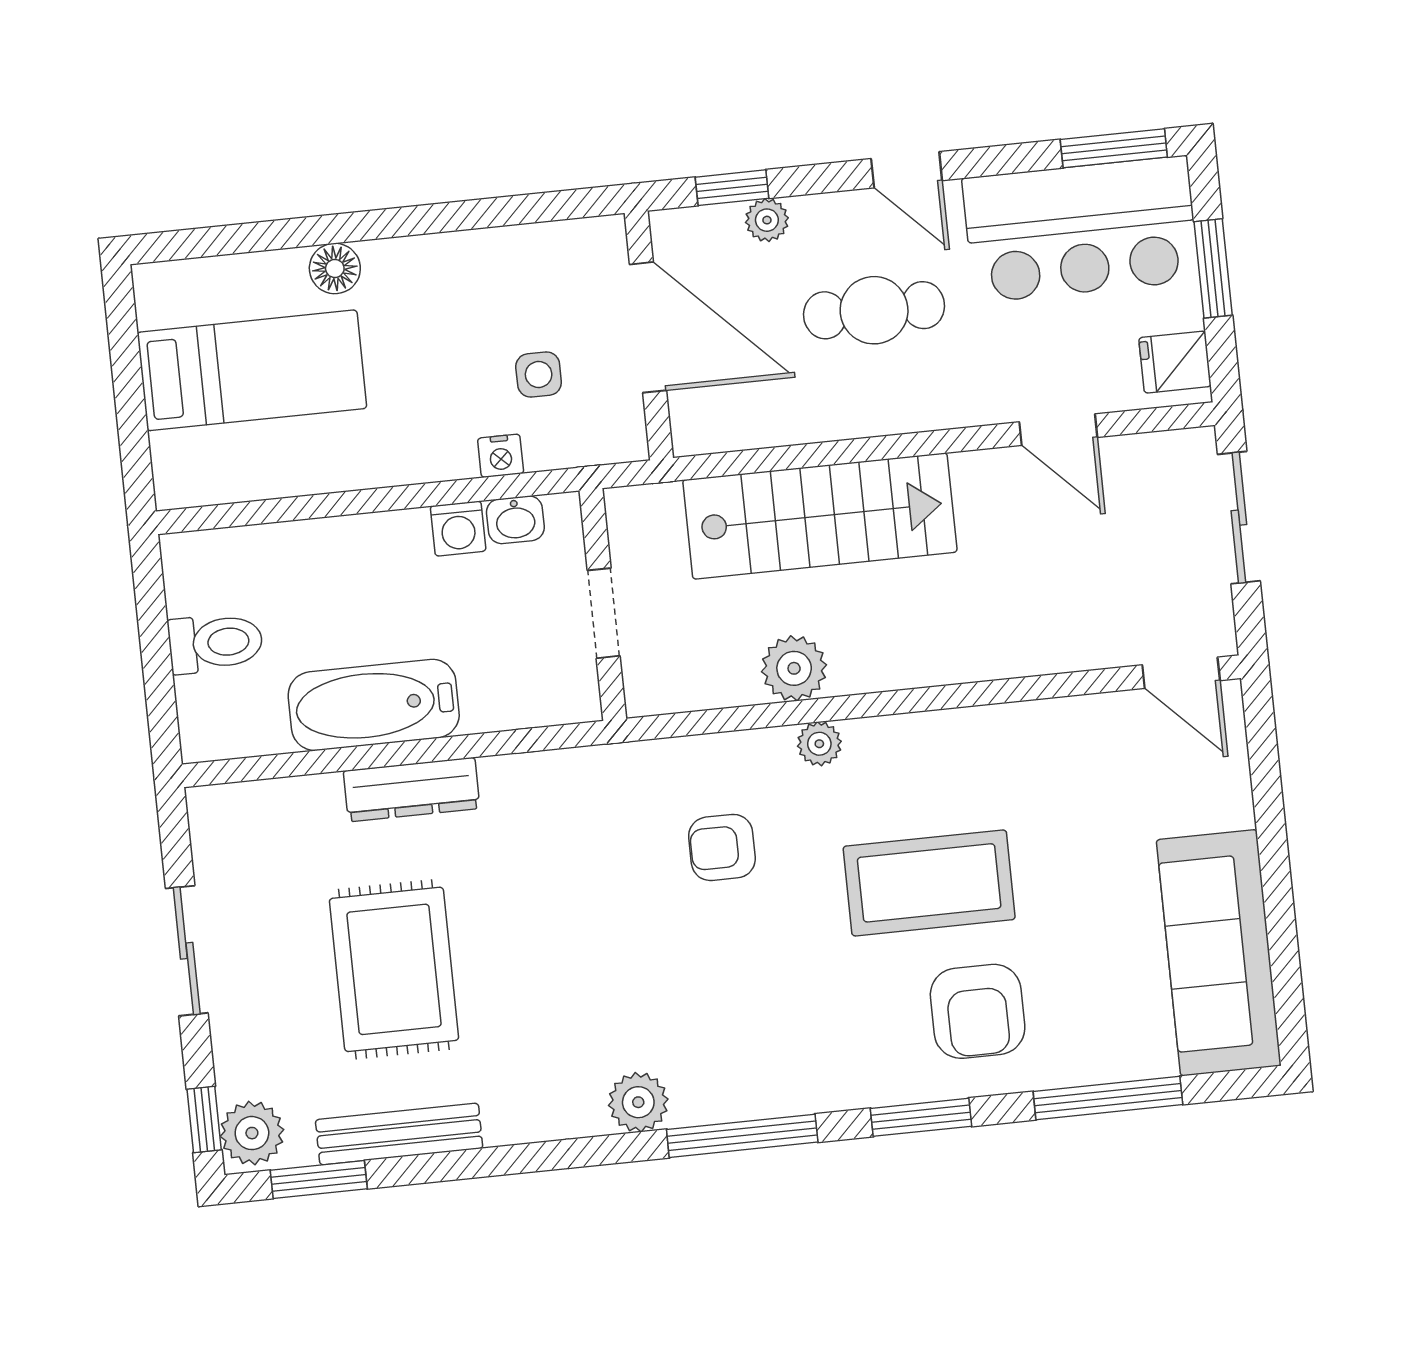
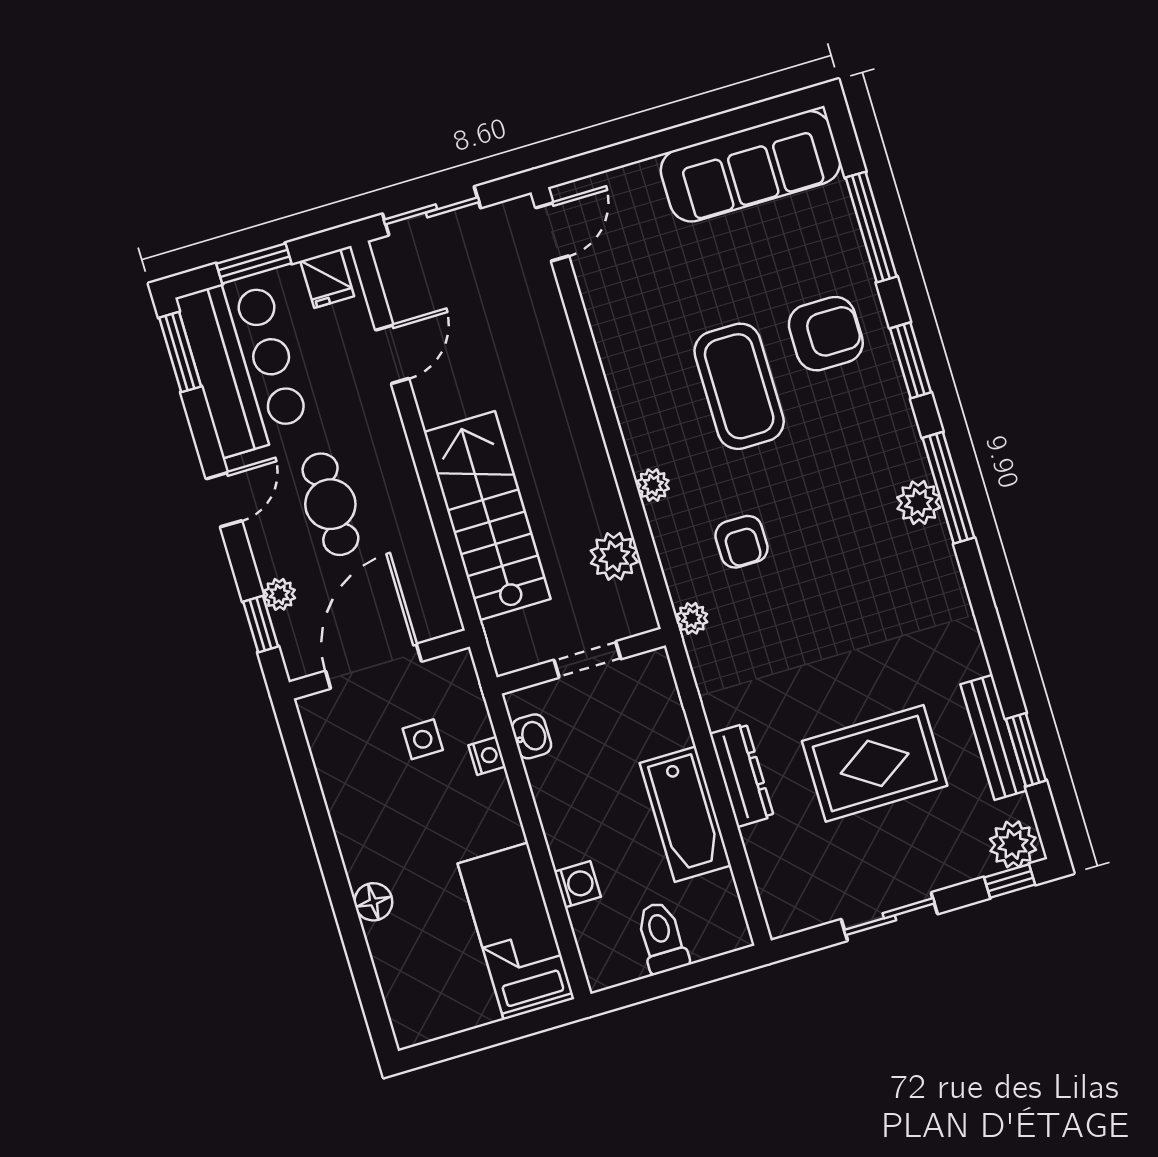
bed: (252, 370) -> (516, 931), moved
washing machine: (458, 529) -> (577, 884), moved
plant: (794, 668) -> (614, 556), moved
plant: (632, 762) -> (692, 618), added
plant: (638, 1102) -> (919, 503), moved
window: (319, 1180) -> (1026, 750), moved

